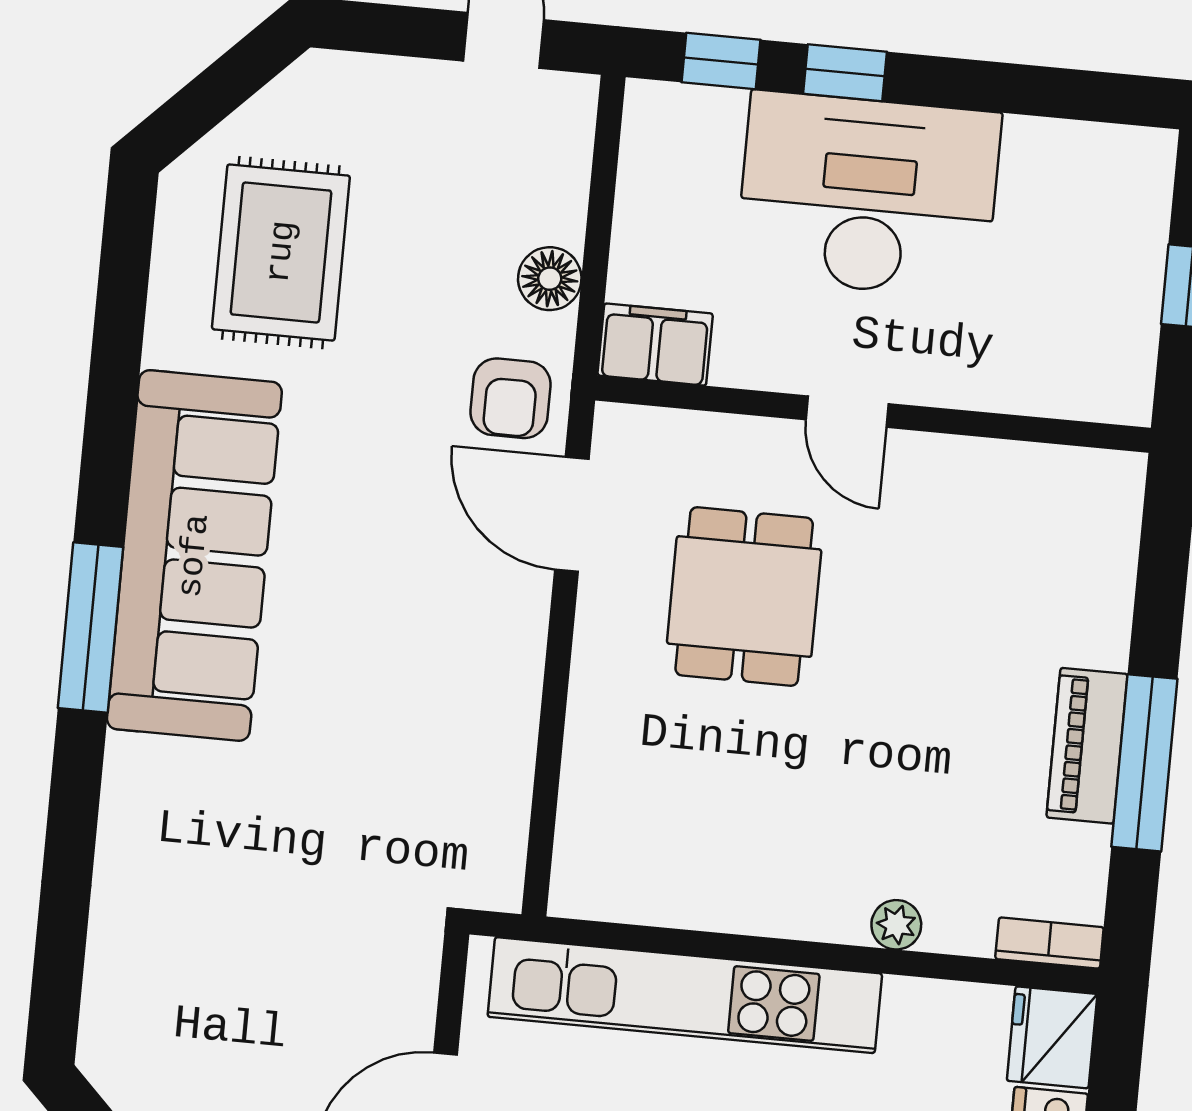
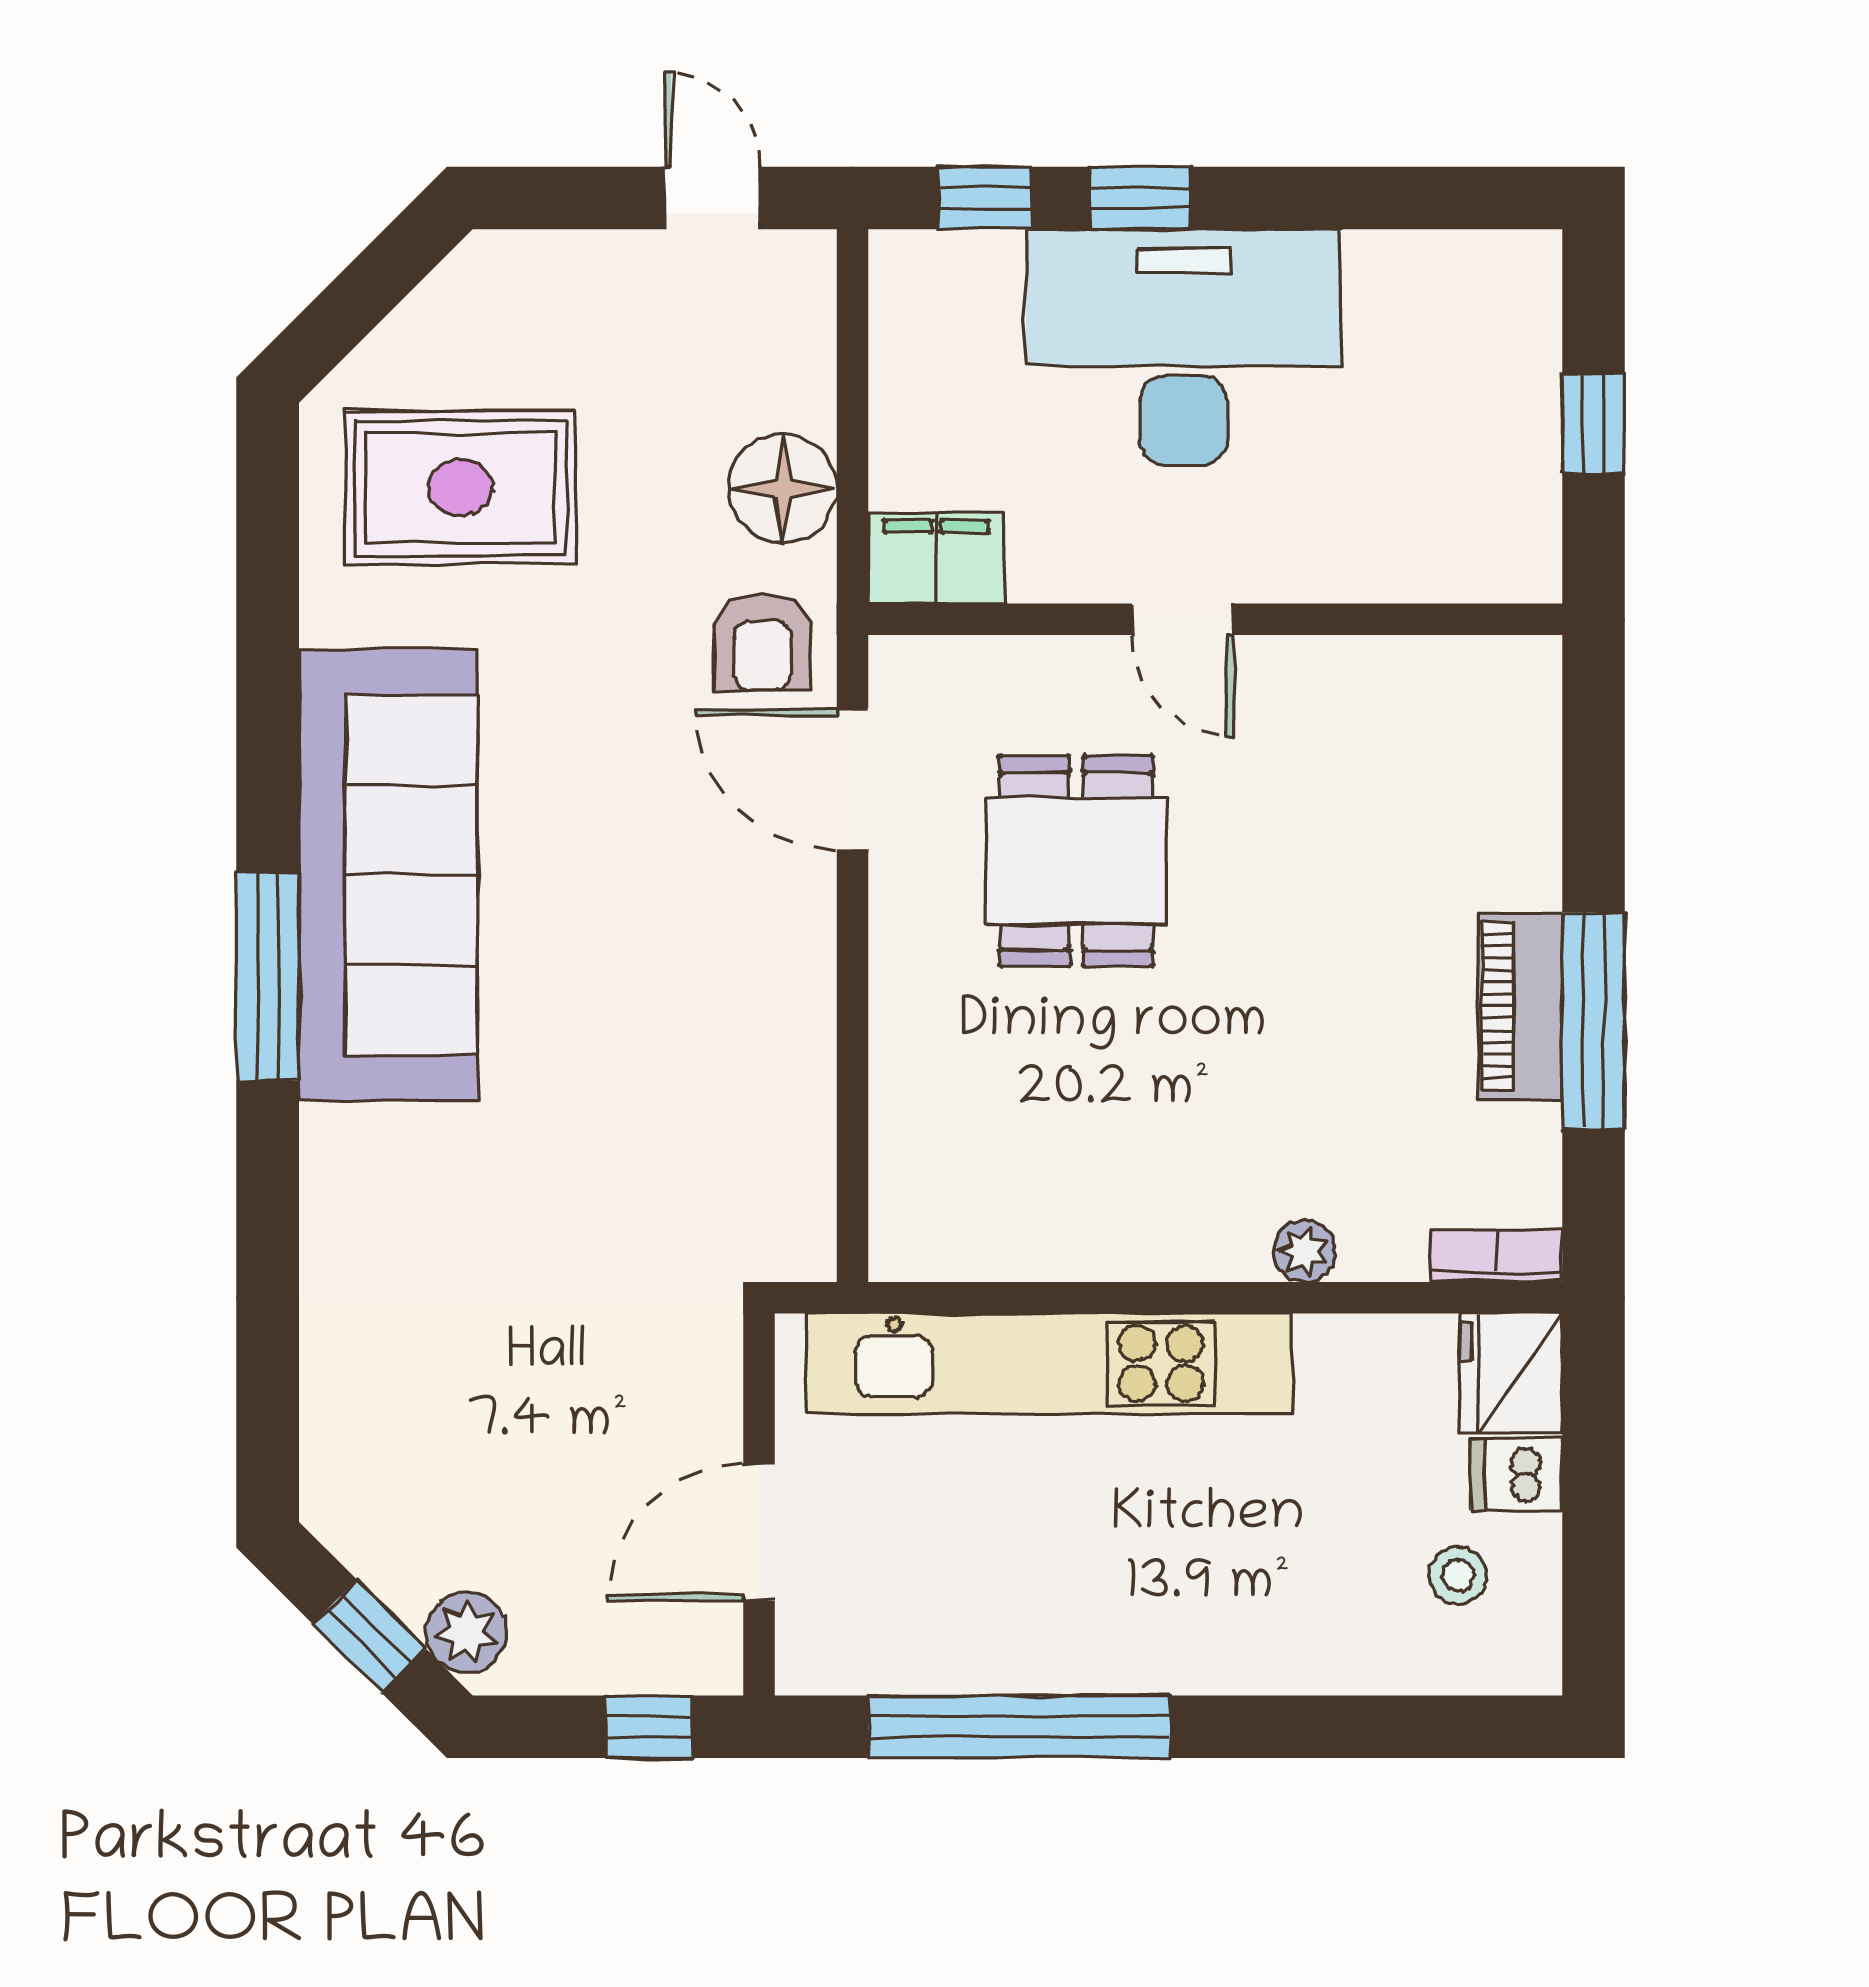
rug: (281, 252) -> (460, 488), turned 90
floor lamp: (550, 279) -> (783, 489), width x1.38, depth x1.38

